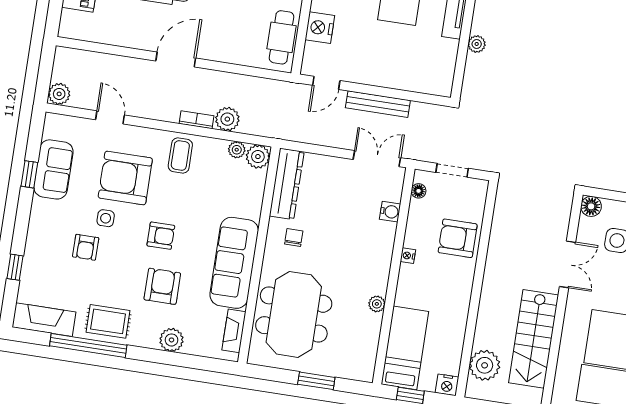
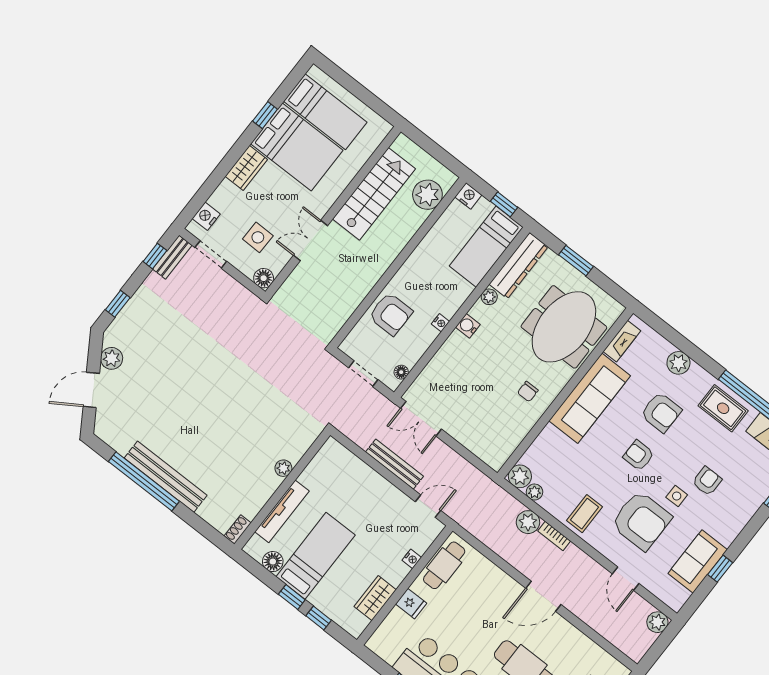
nightstand: (320, 28) -> (412, 559), width x0.53, depth x0.56
dresser: (287, 184) -> (519, 266), moved, turned 180
water cooler: (390, 212) -> (468, 326), moved
armchair: (162, 286) -> (661, 412), turned -90

